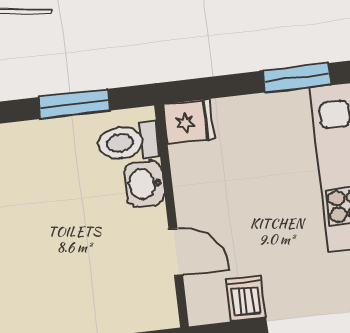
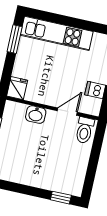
toilet: (128, 142) -> (85, 130), moved

